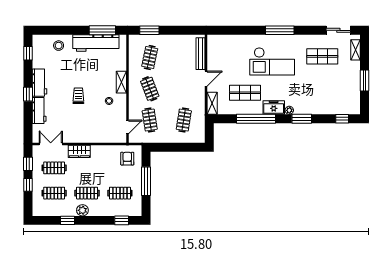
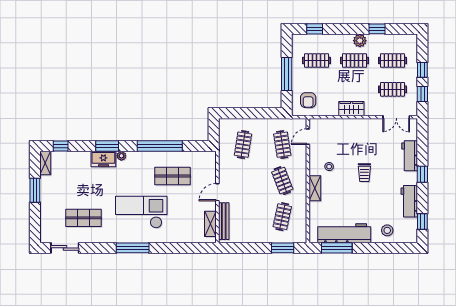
shelving: (355, 50) -> (45, 163), moved
workbench: (39, 83) -> (409, 201), moved
shelving: (212, 103) -> (210, 224), moved
freezer: (274, 108) -> (103, 159), moved
wardrobe: (79, 151) -> (351, 109), moved

